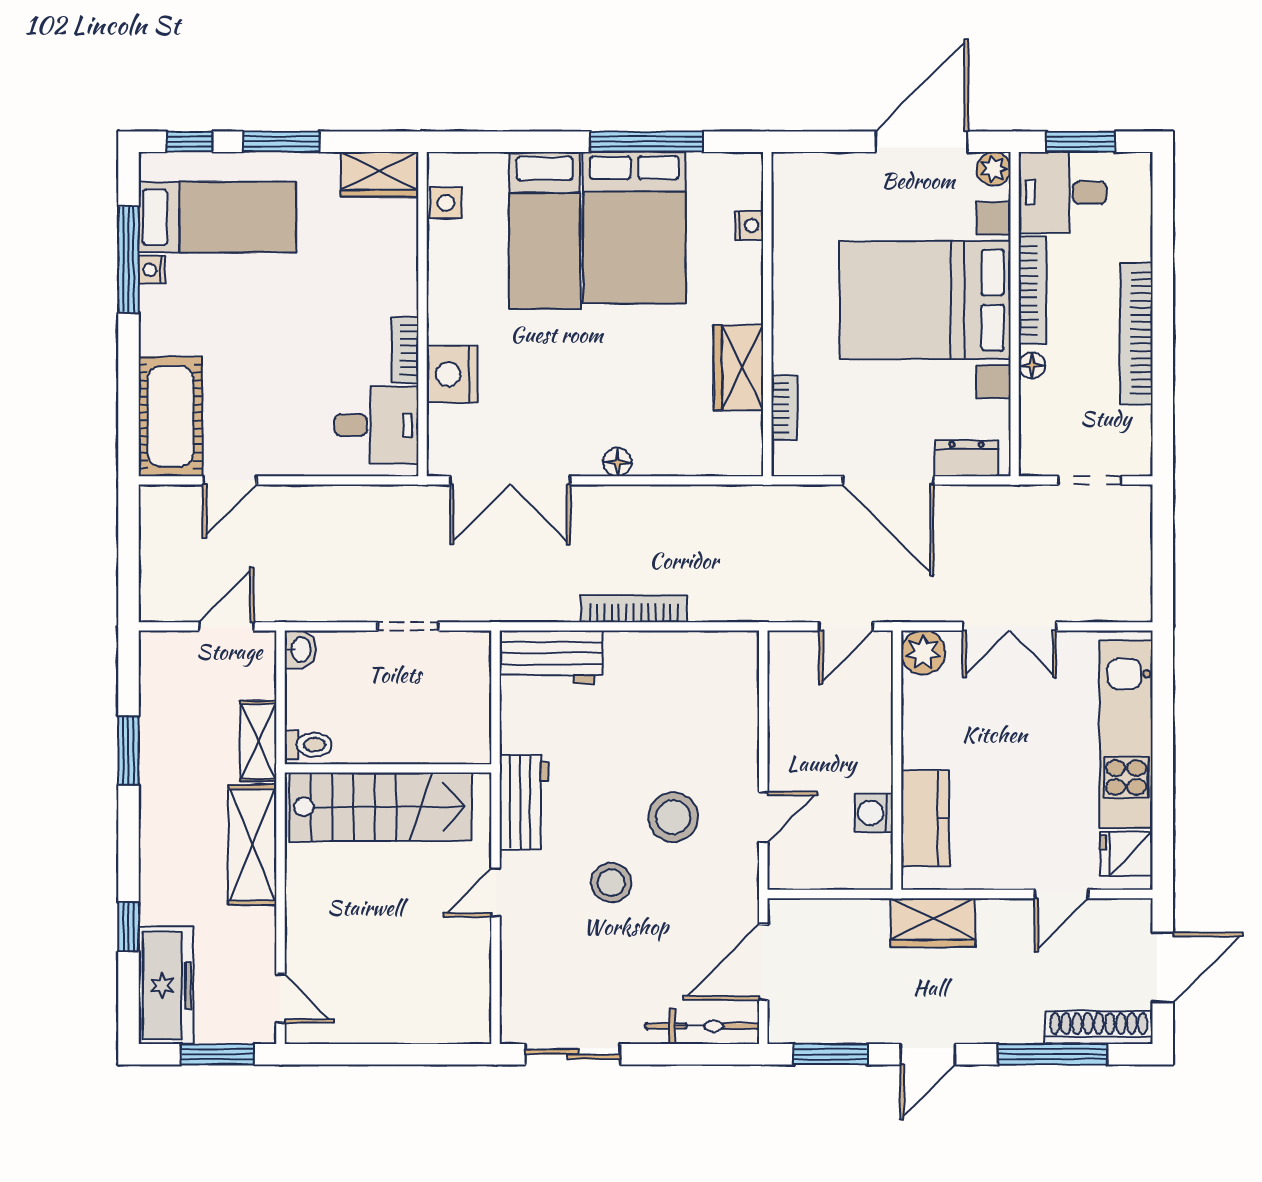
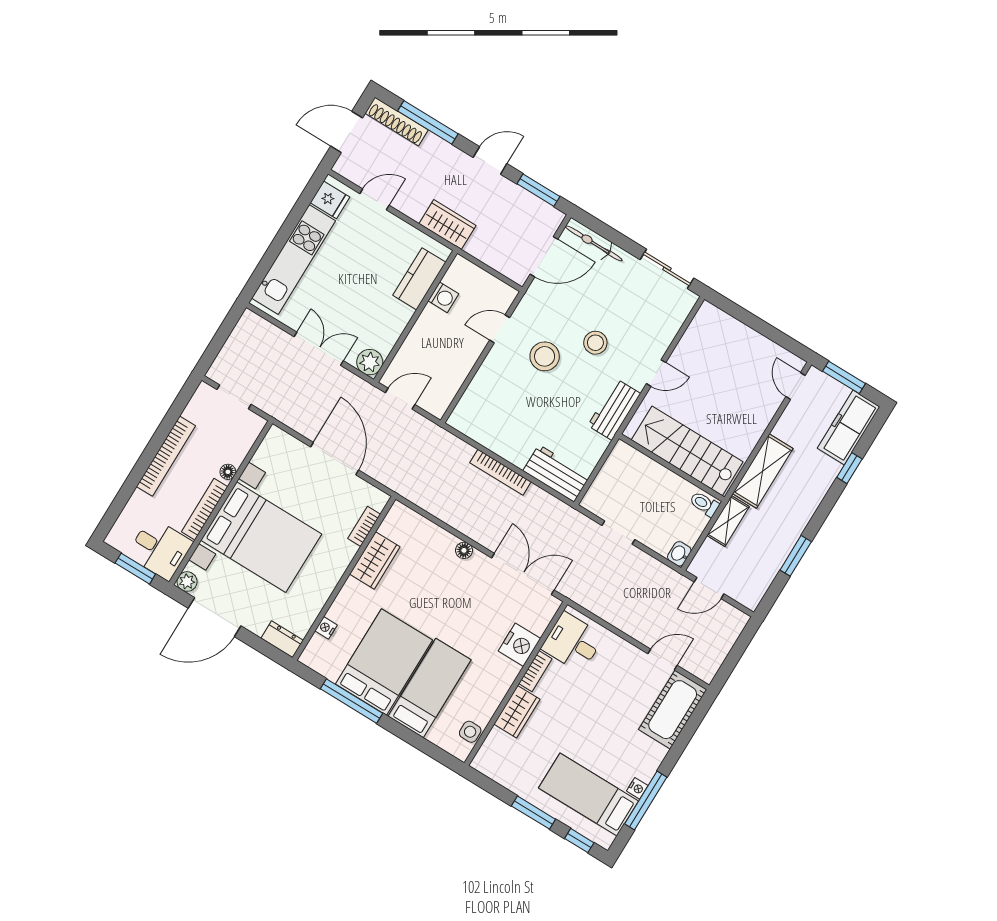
wardrobe: (379, 174) -> (517, 712), moved, turned 90
dresser: (967, 458) -> (282, 639), moved, turned 180

